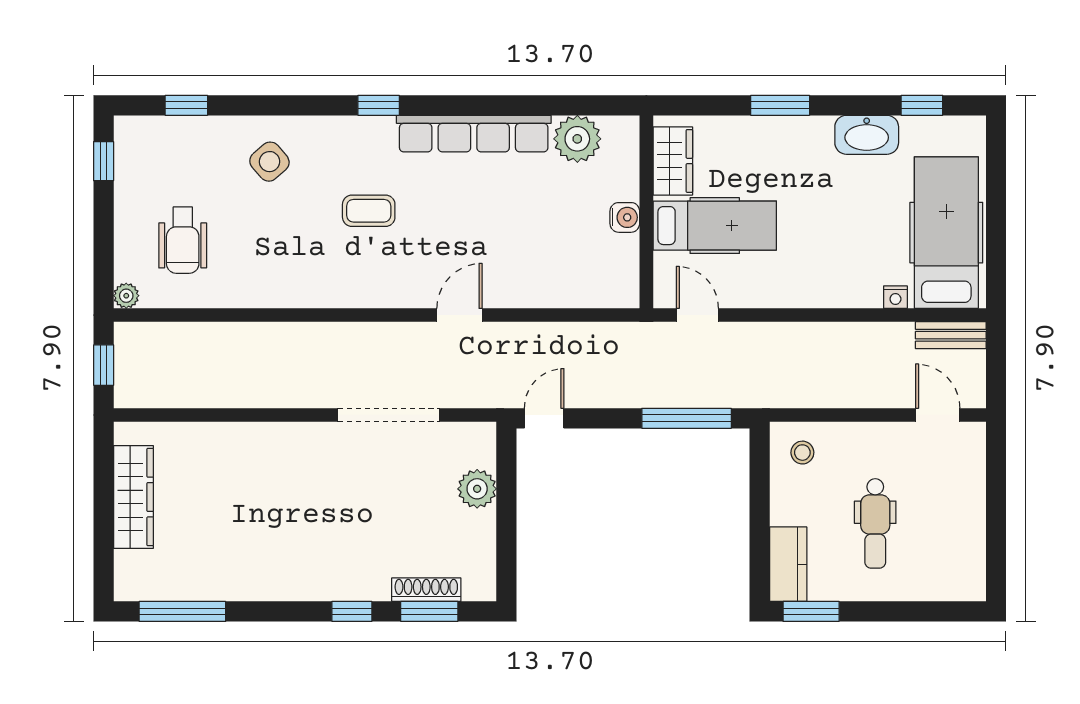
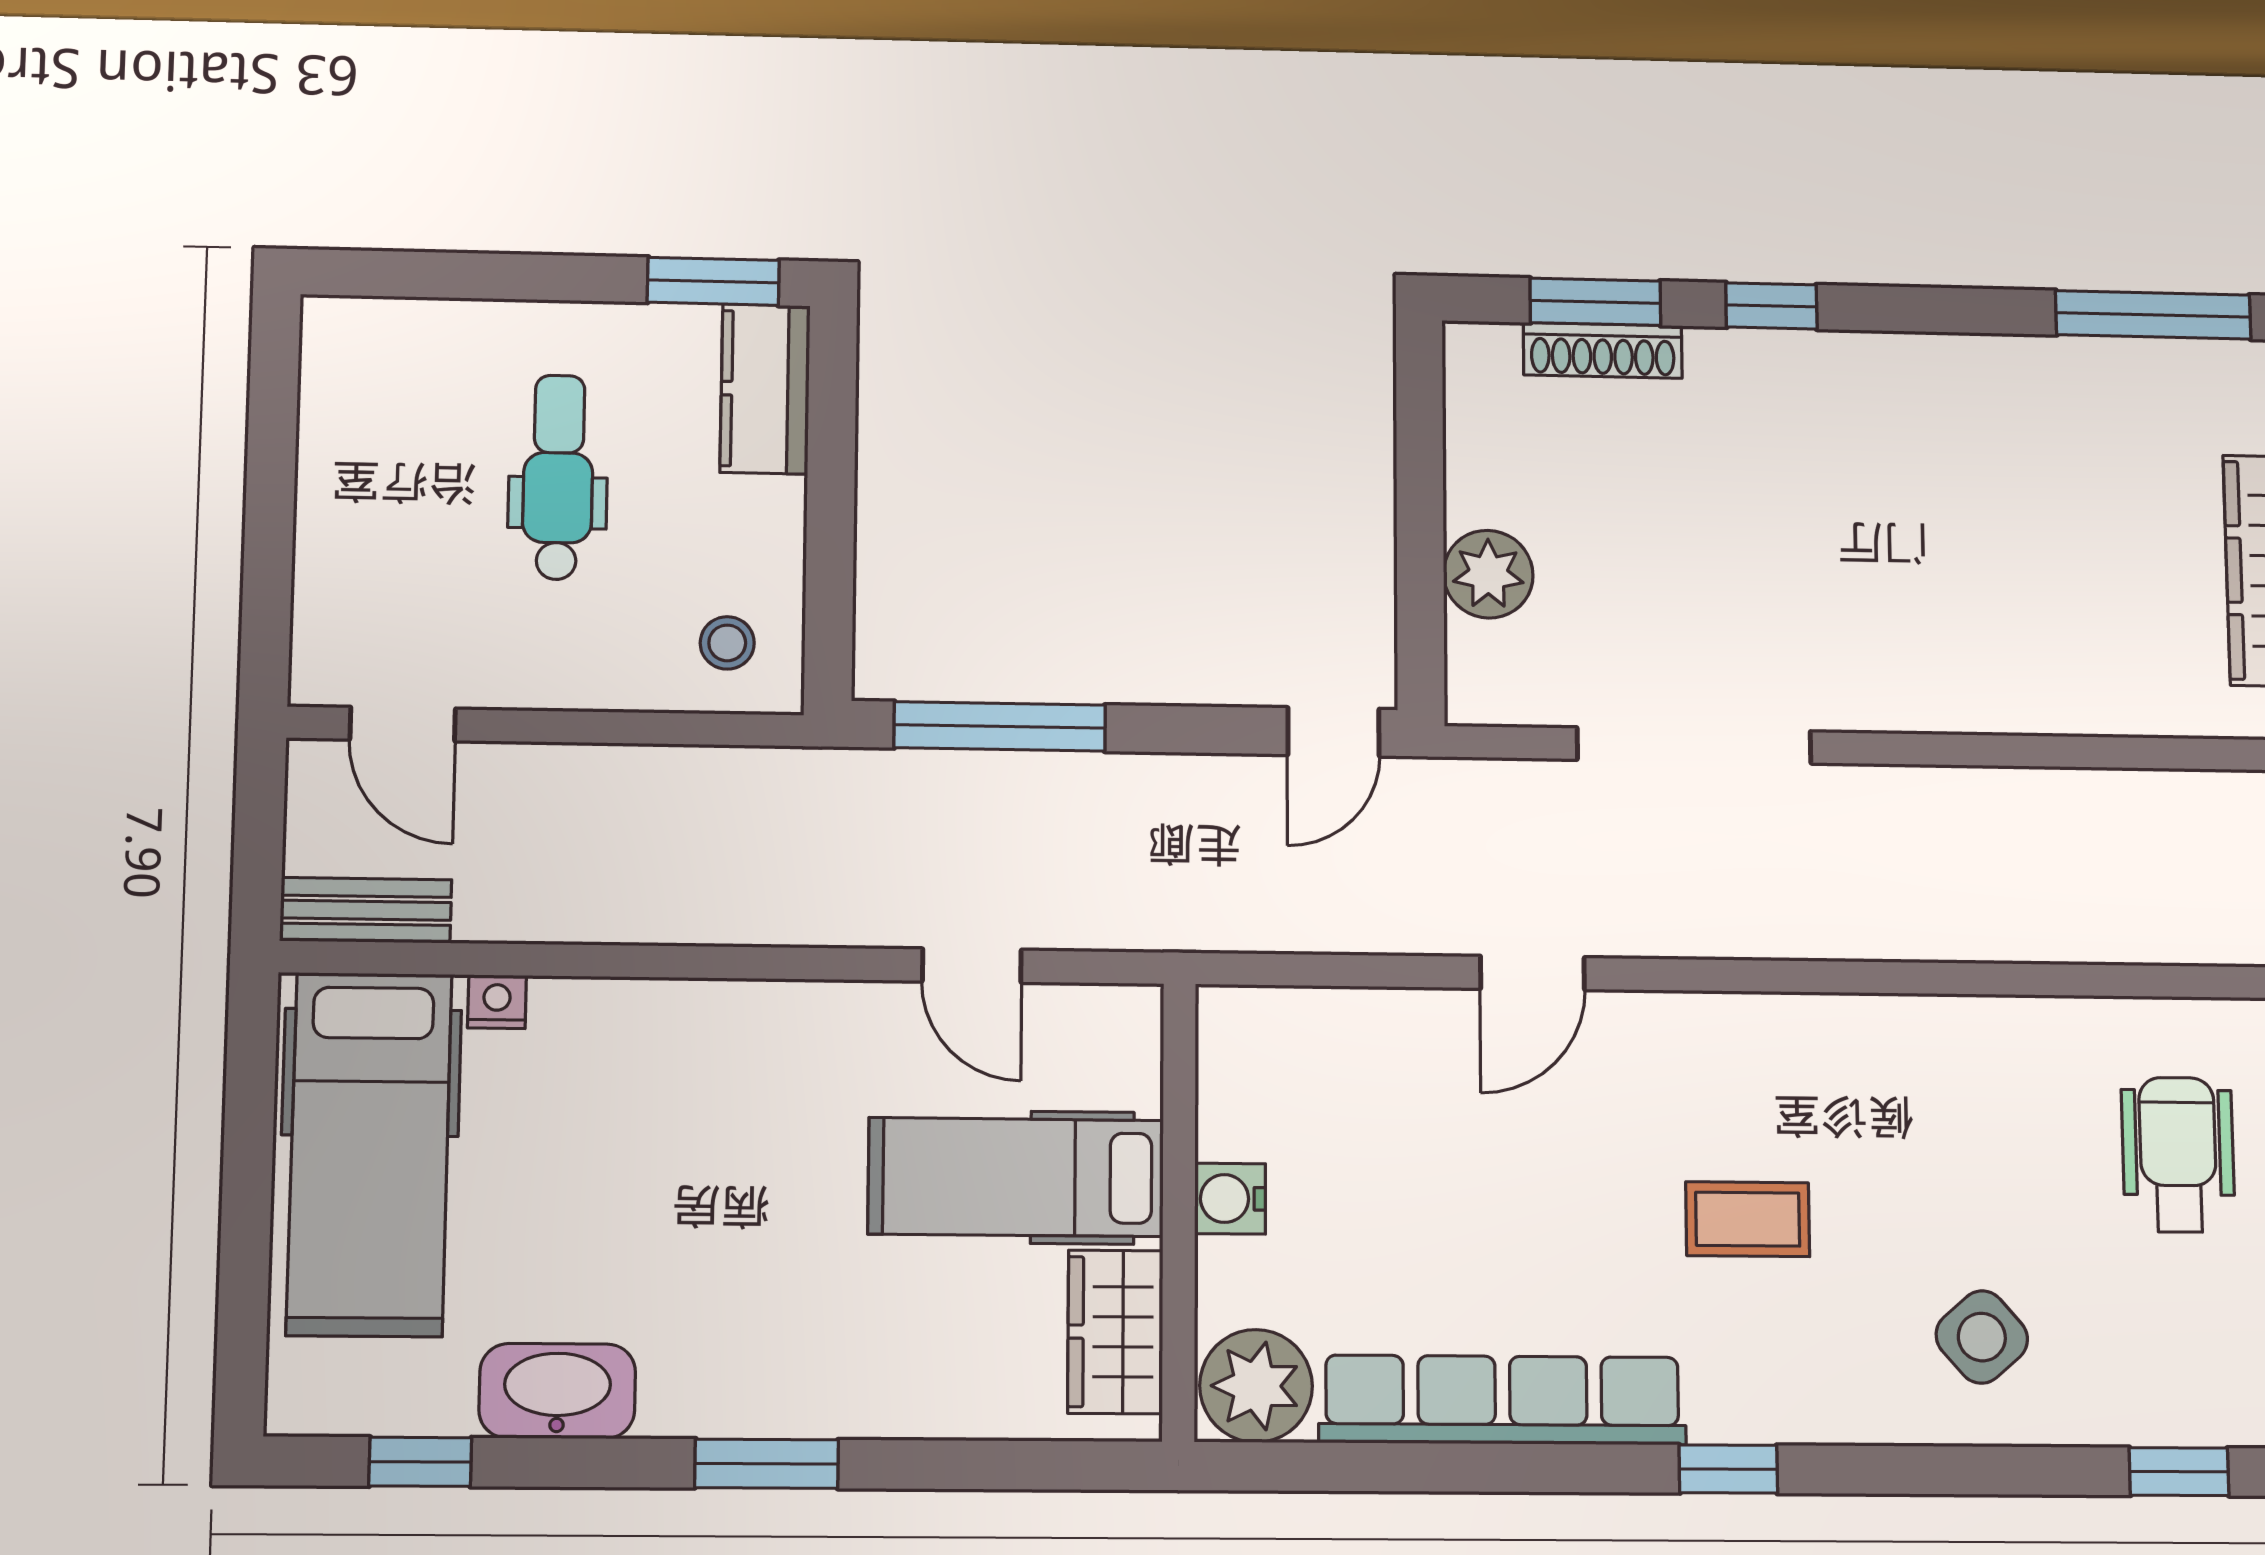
wardrobe: (673, 161) -> (1115, 1332), moved
wall: (646, 212) -> (1179, 1211), moved
water cooler: (625, 217) -> (1230, 1199), moved
hospital bed: (715, 226) -> (1016, 1177), moved

